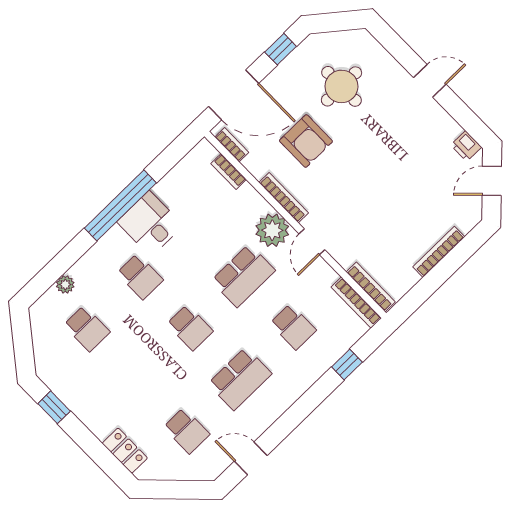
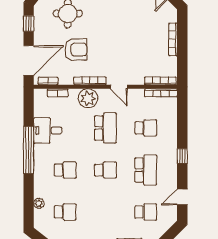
desk: (150, 224) -> (48, 130), moved
plant: (272, 230) -> (88, 98), moved
window: (347, 364) -> (182, 156), moved

